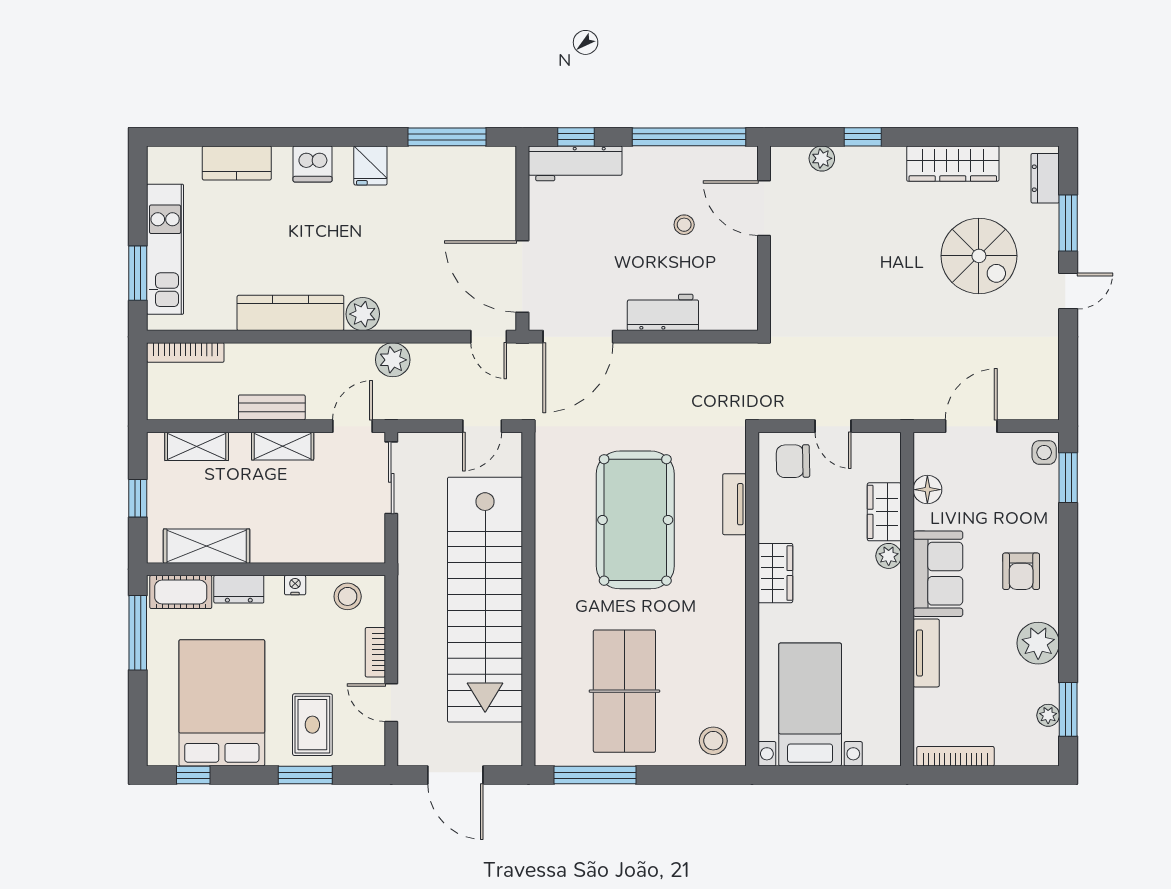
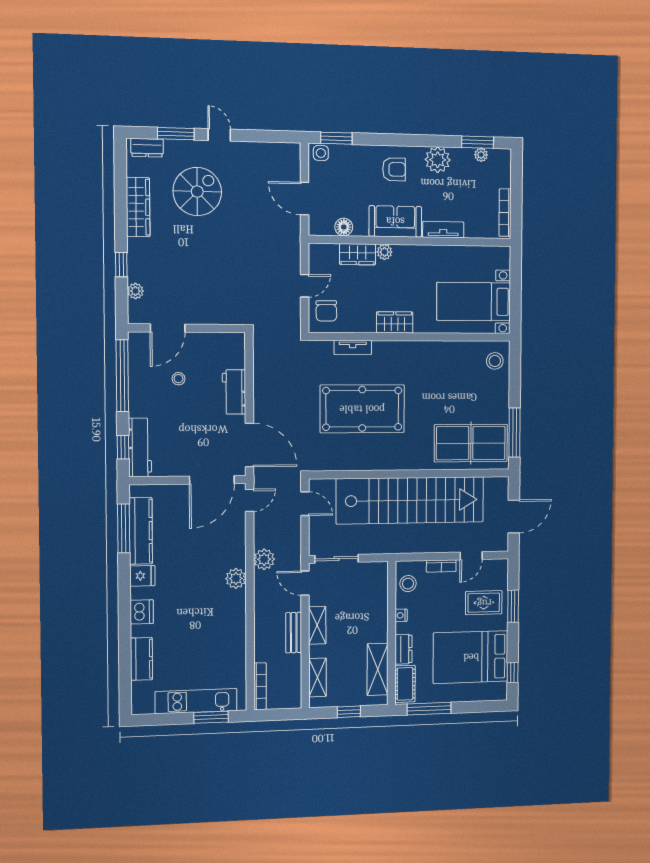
kitchen counter: (290, 313) -> (141, 531), moved, turned 180
table tennis table: (624, 691) -> (471, 443), moved

